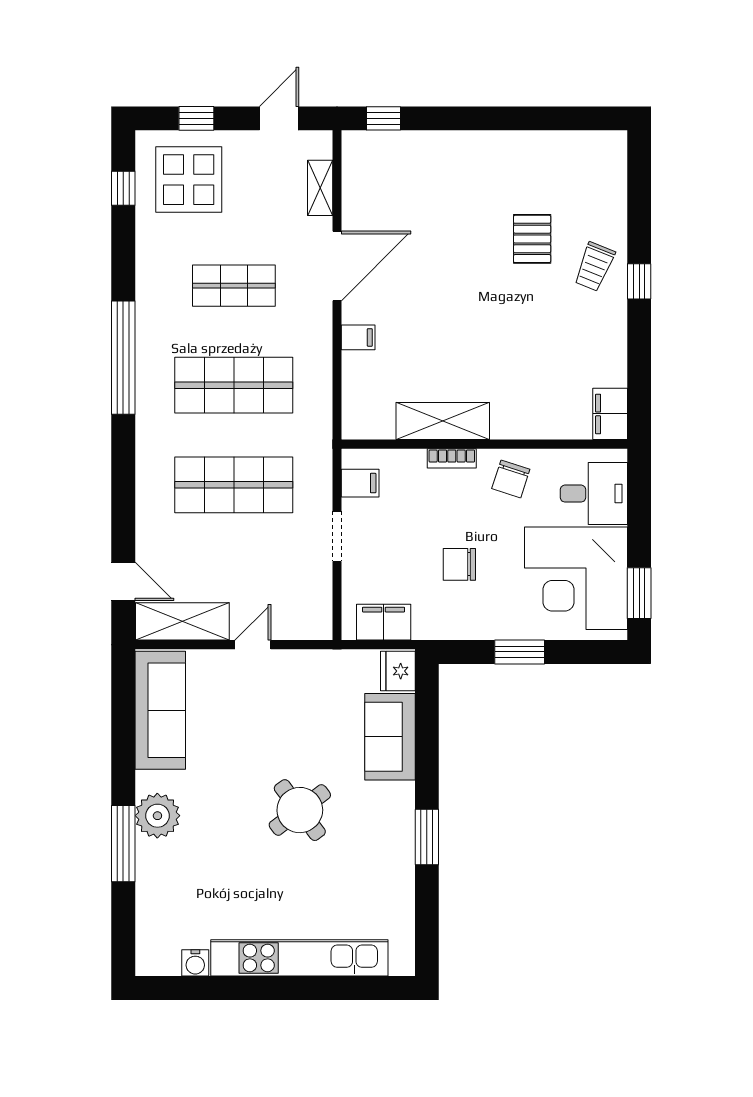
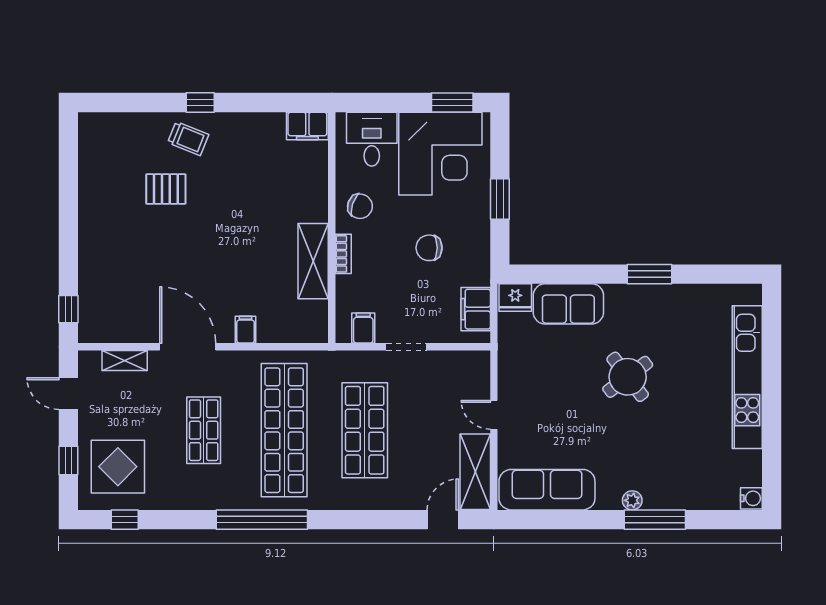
shop shelf: (234, 385) -> (284, 430), width x1.40
chair: (459, 564) -> (429, 248), turned 90
plant: (157, 816) -> (632, 500), width x0.53, depth x0.53
water cooler: (195, 963) -> (751, 498), moved

